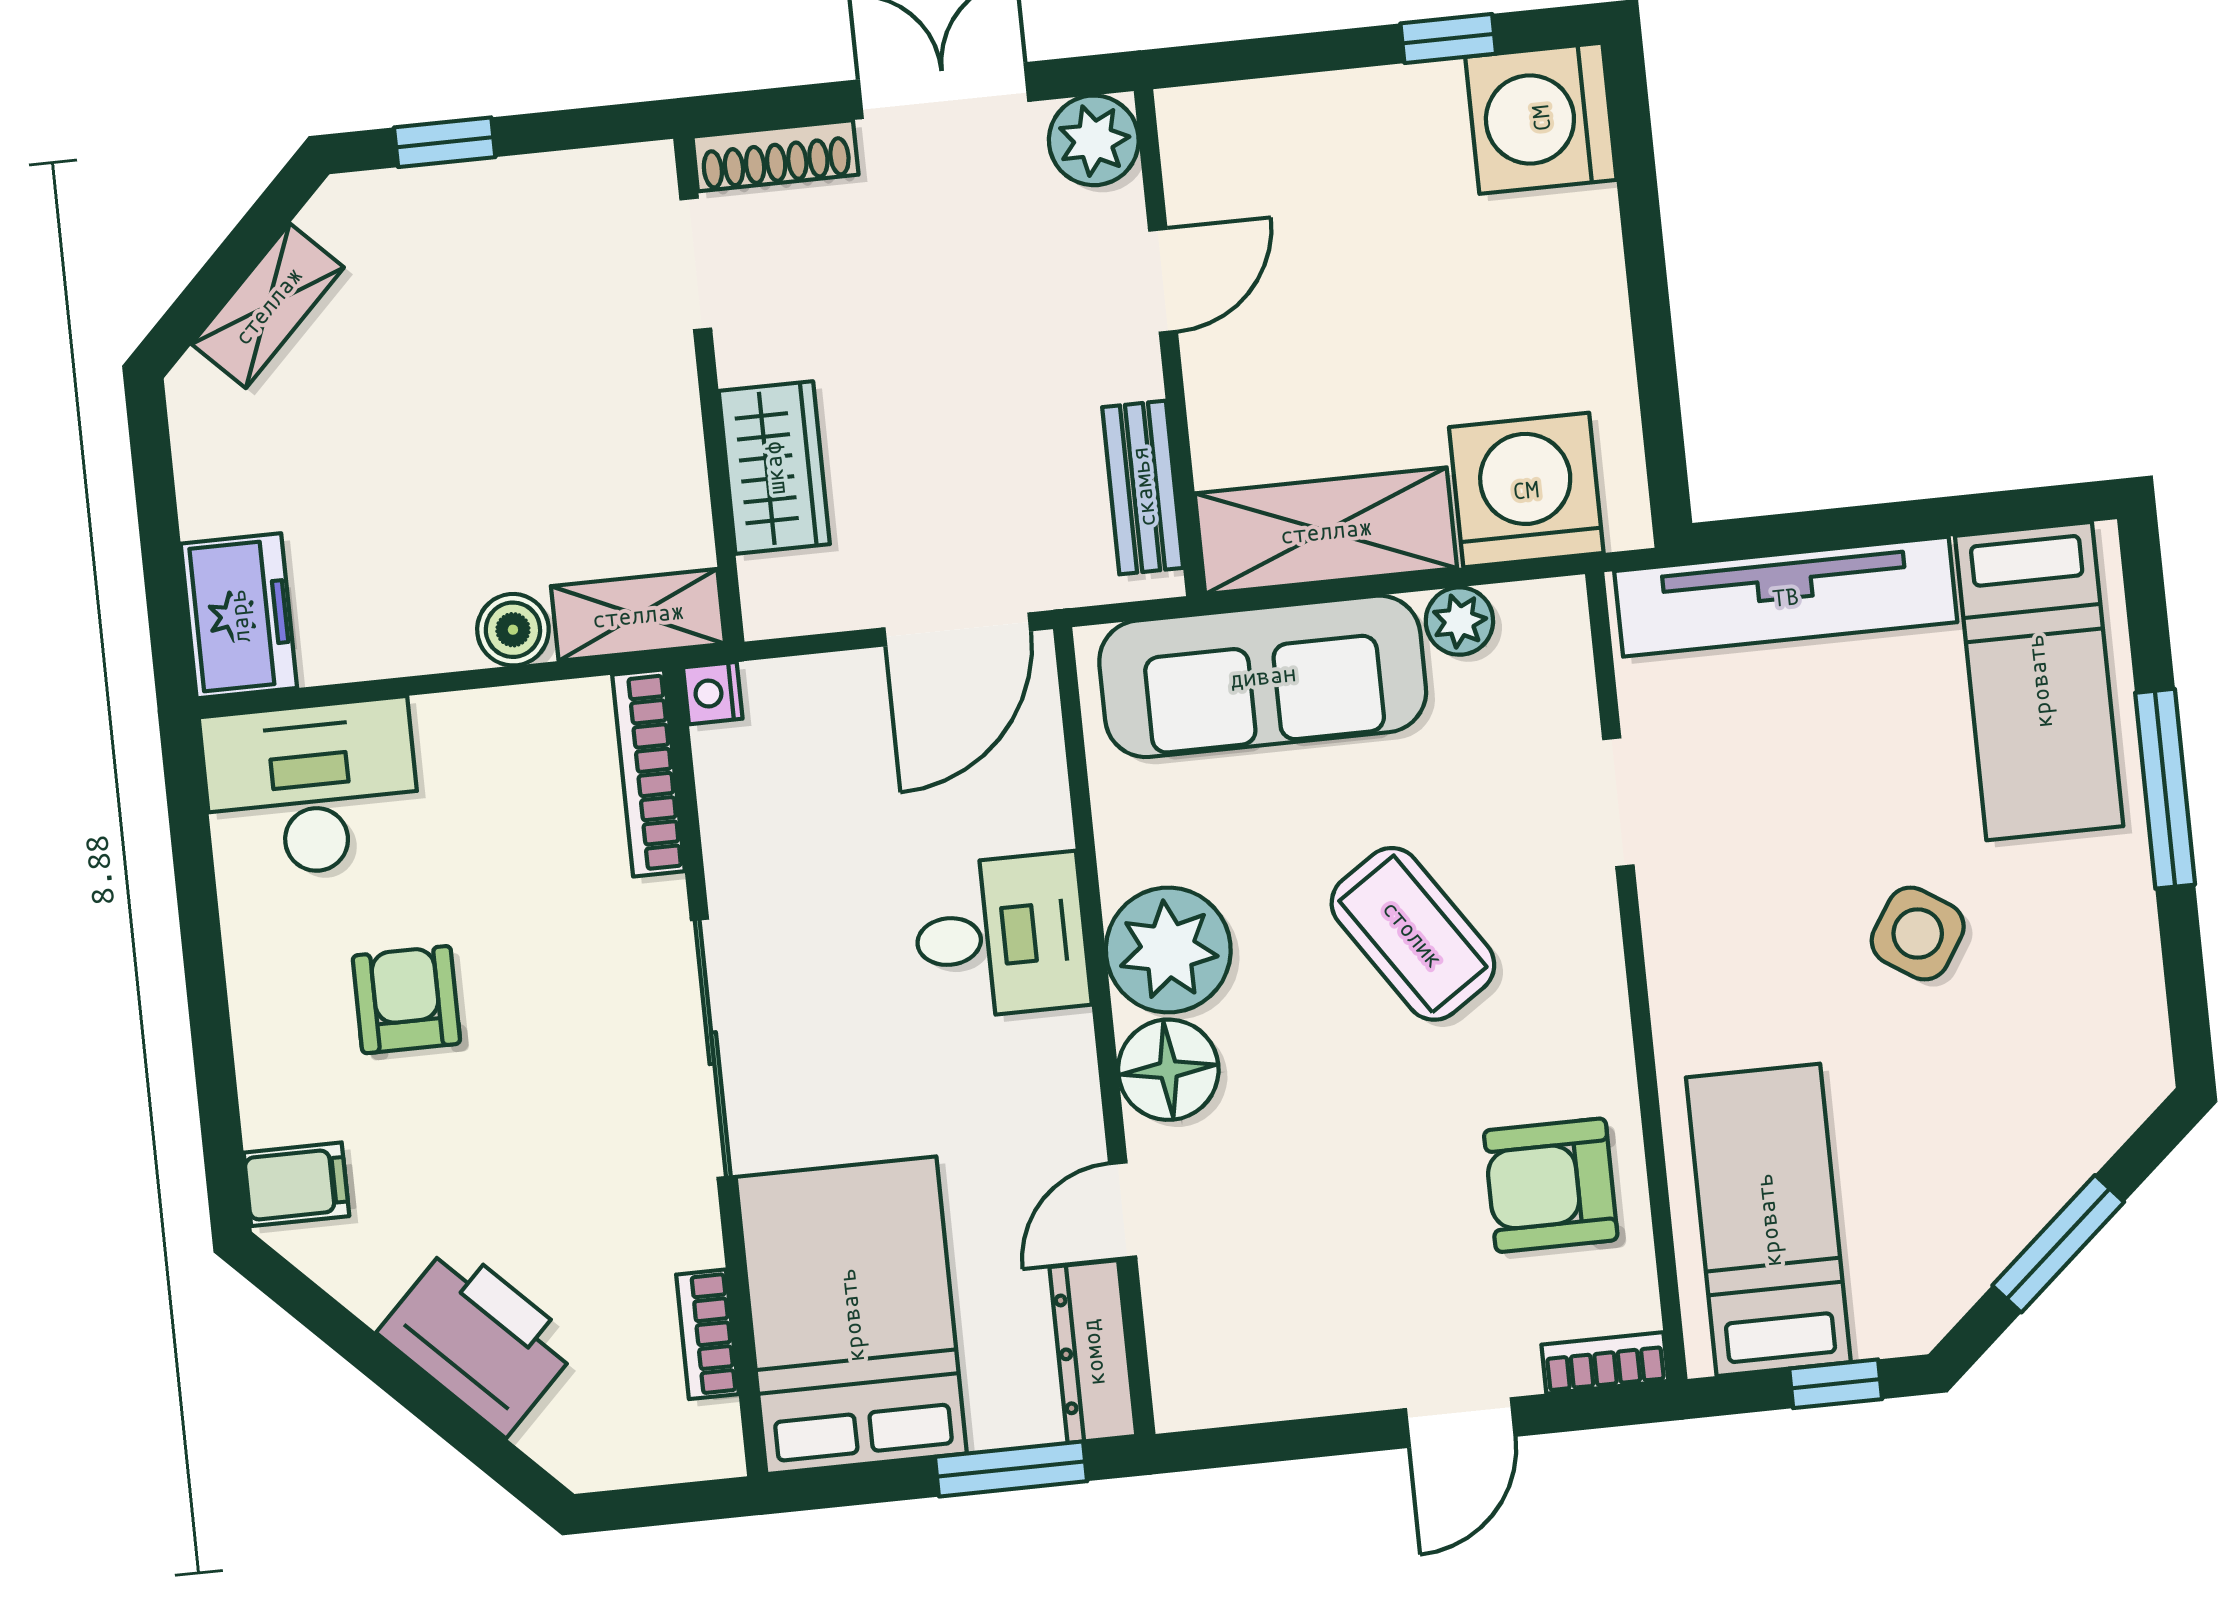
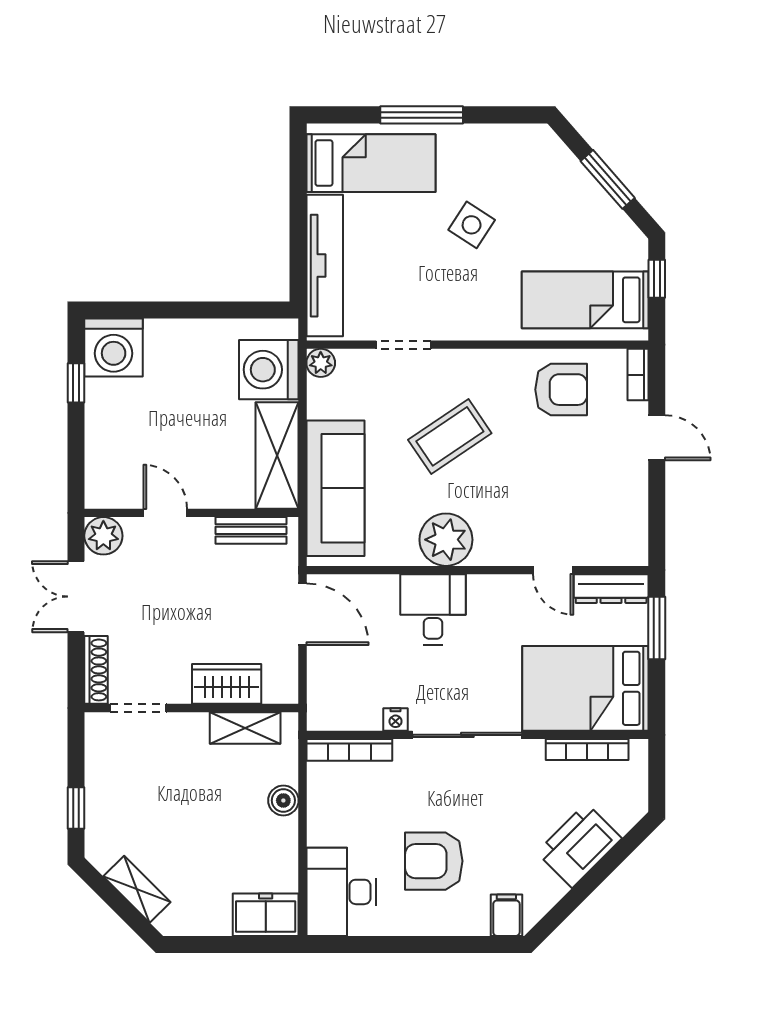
shelving: (638, 615) -> (245, 728), moved, turned 90
plant: (1459, 621) -> (321, 363), moved
nightstand: (713, 693) -> (396, 719), moved
armchair: (406, 1000) -> (434, 861), width x1.38, depth x1.38
floor lamp: (1168, 1070) -> (496, 545), removed
armchair: (1551, 1185) -> (561, 390), turned -90
bookcase: (707, 1334) -> (587, 749), width x1.56

